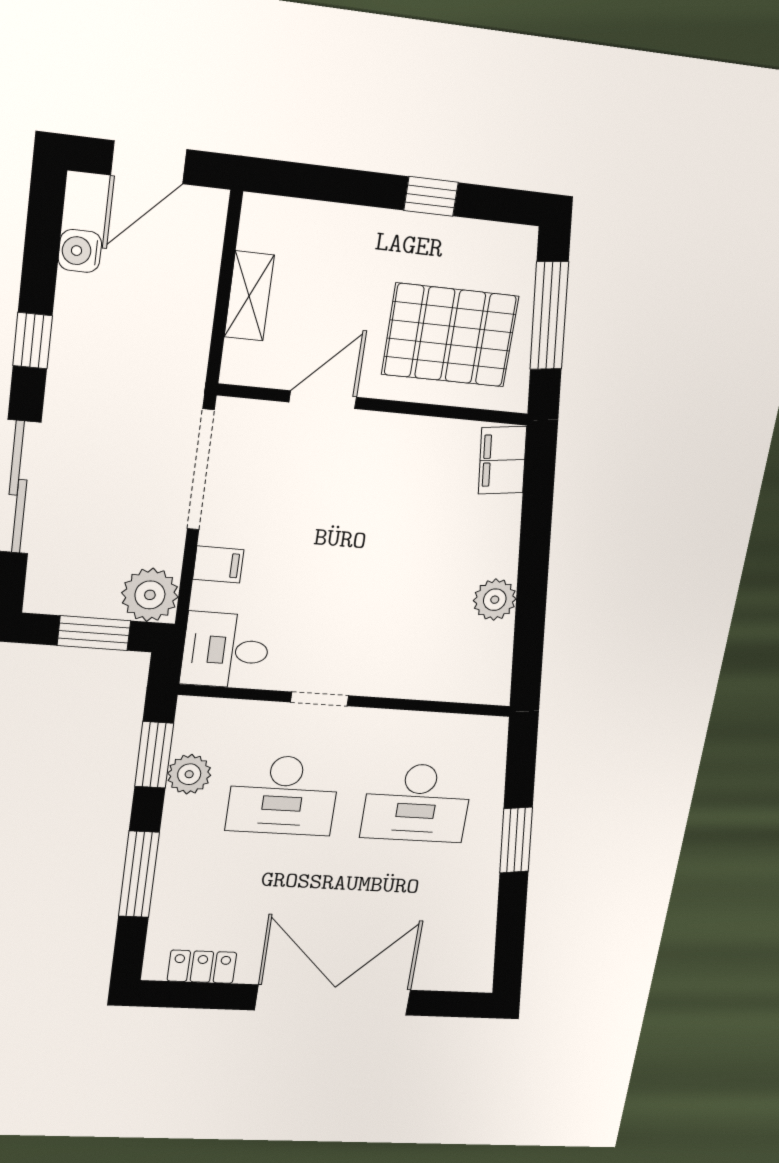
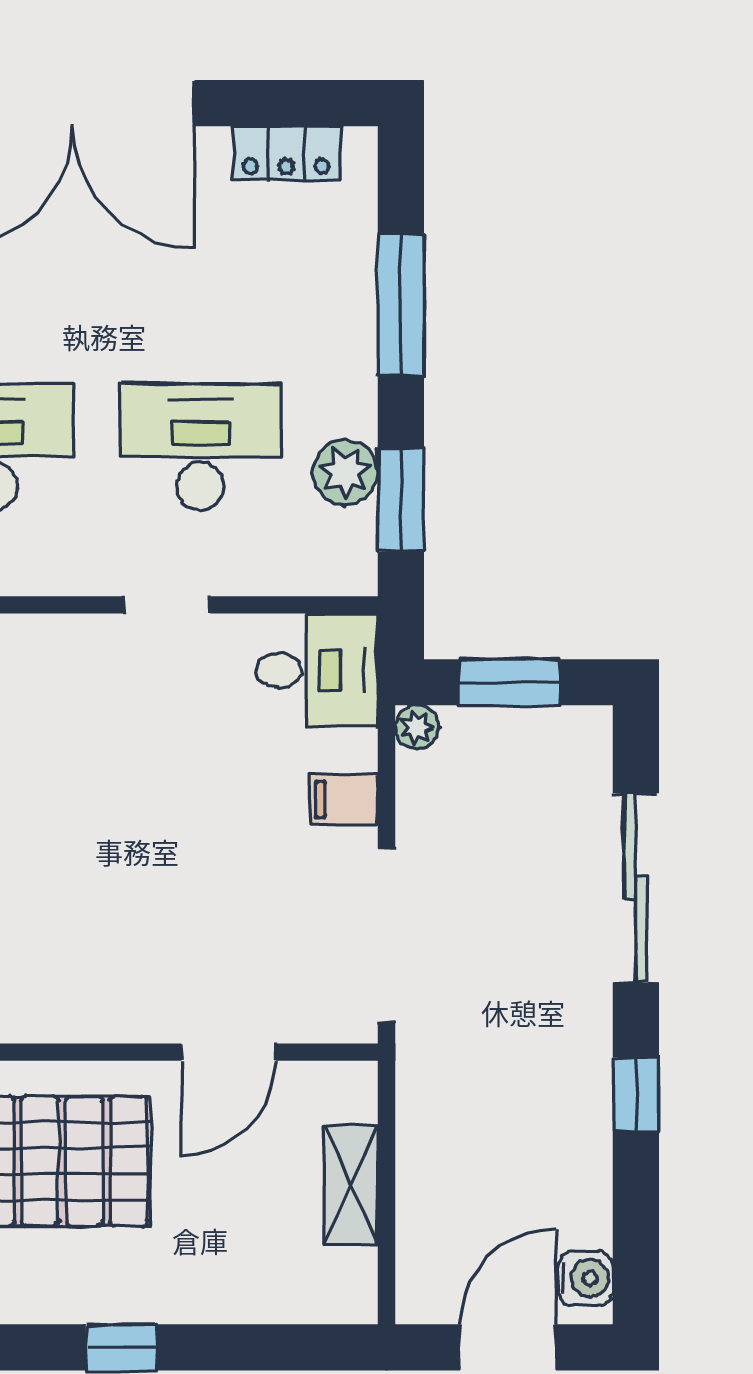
water cooler: (80, 251) -> (586, 1278), moved
plant: (150, 595) -> (417, 727), width x0.53, depth x0.53

